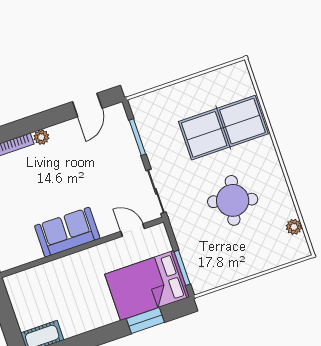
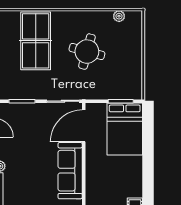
door: (133, 230) -> (84, 126), width x1.88
sofa: (67, 232) -> (70, 171), width x1.36
window: (145, 321) -> (148, 138), removed

